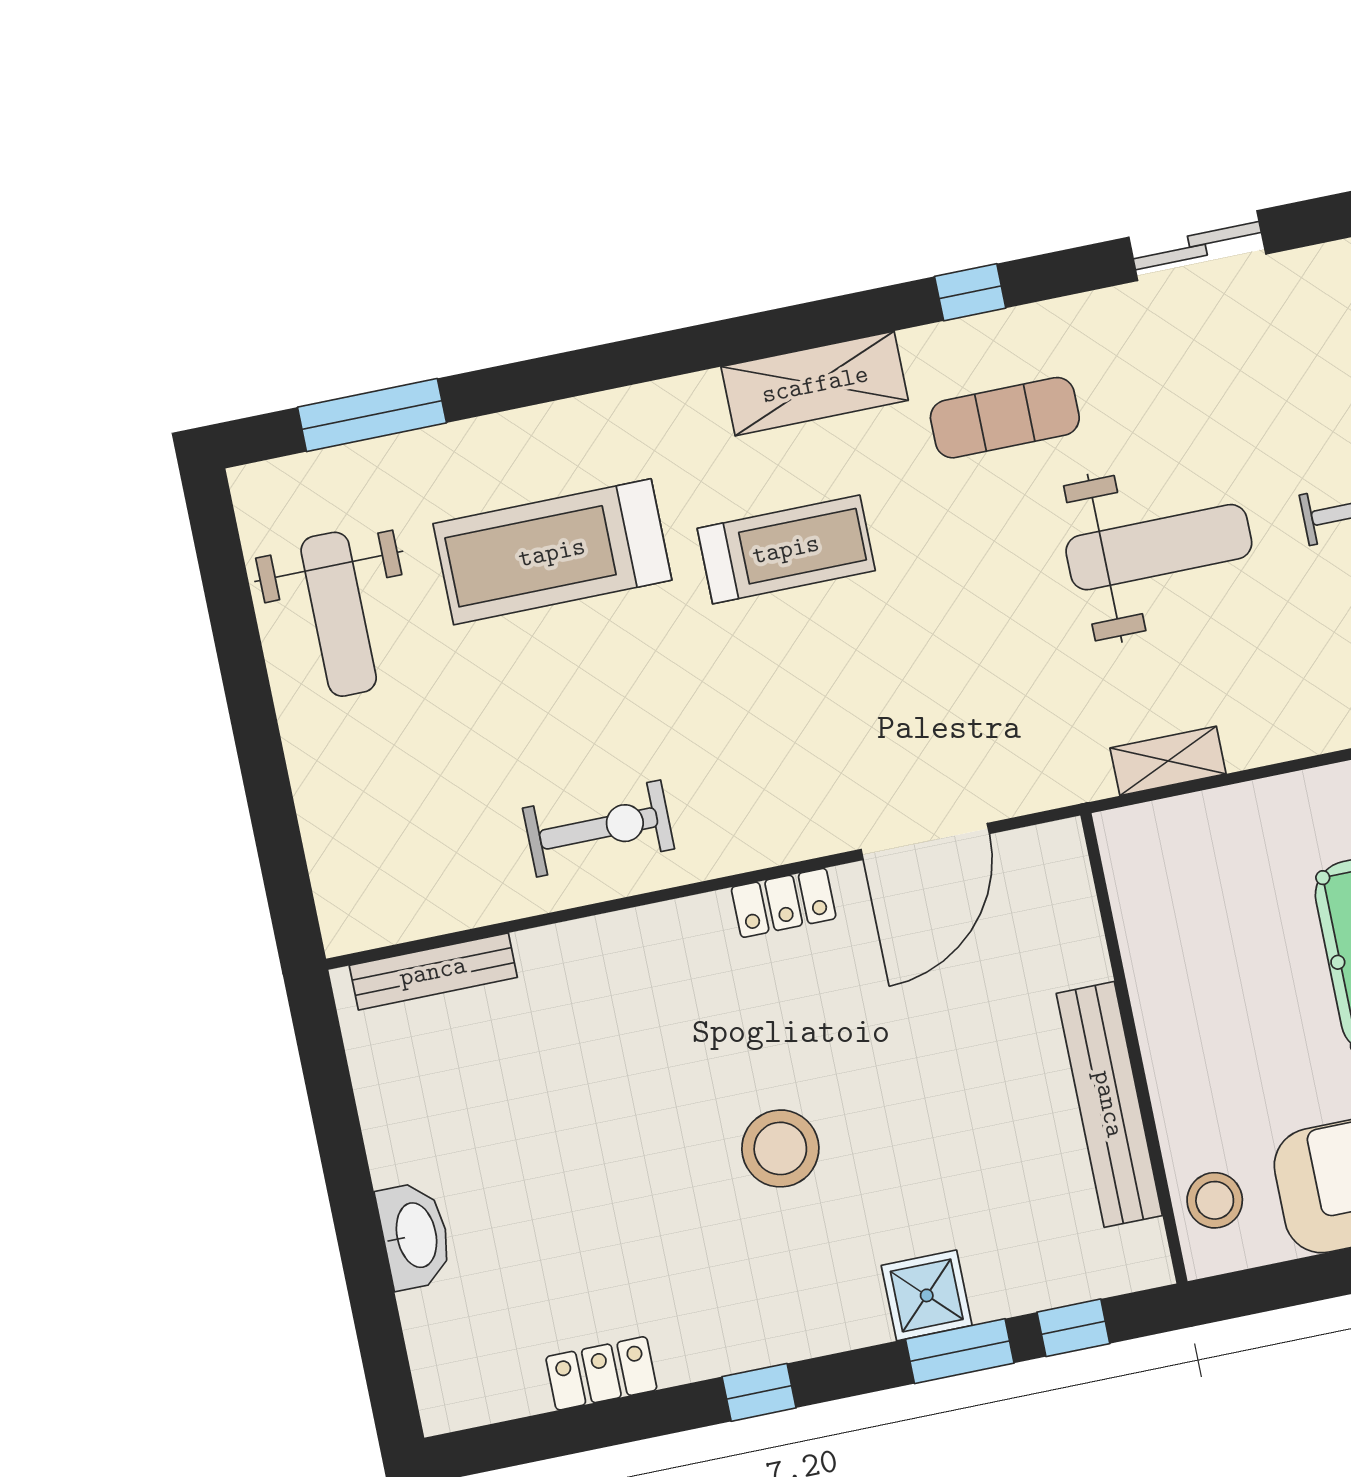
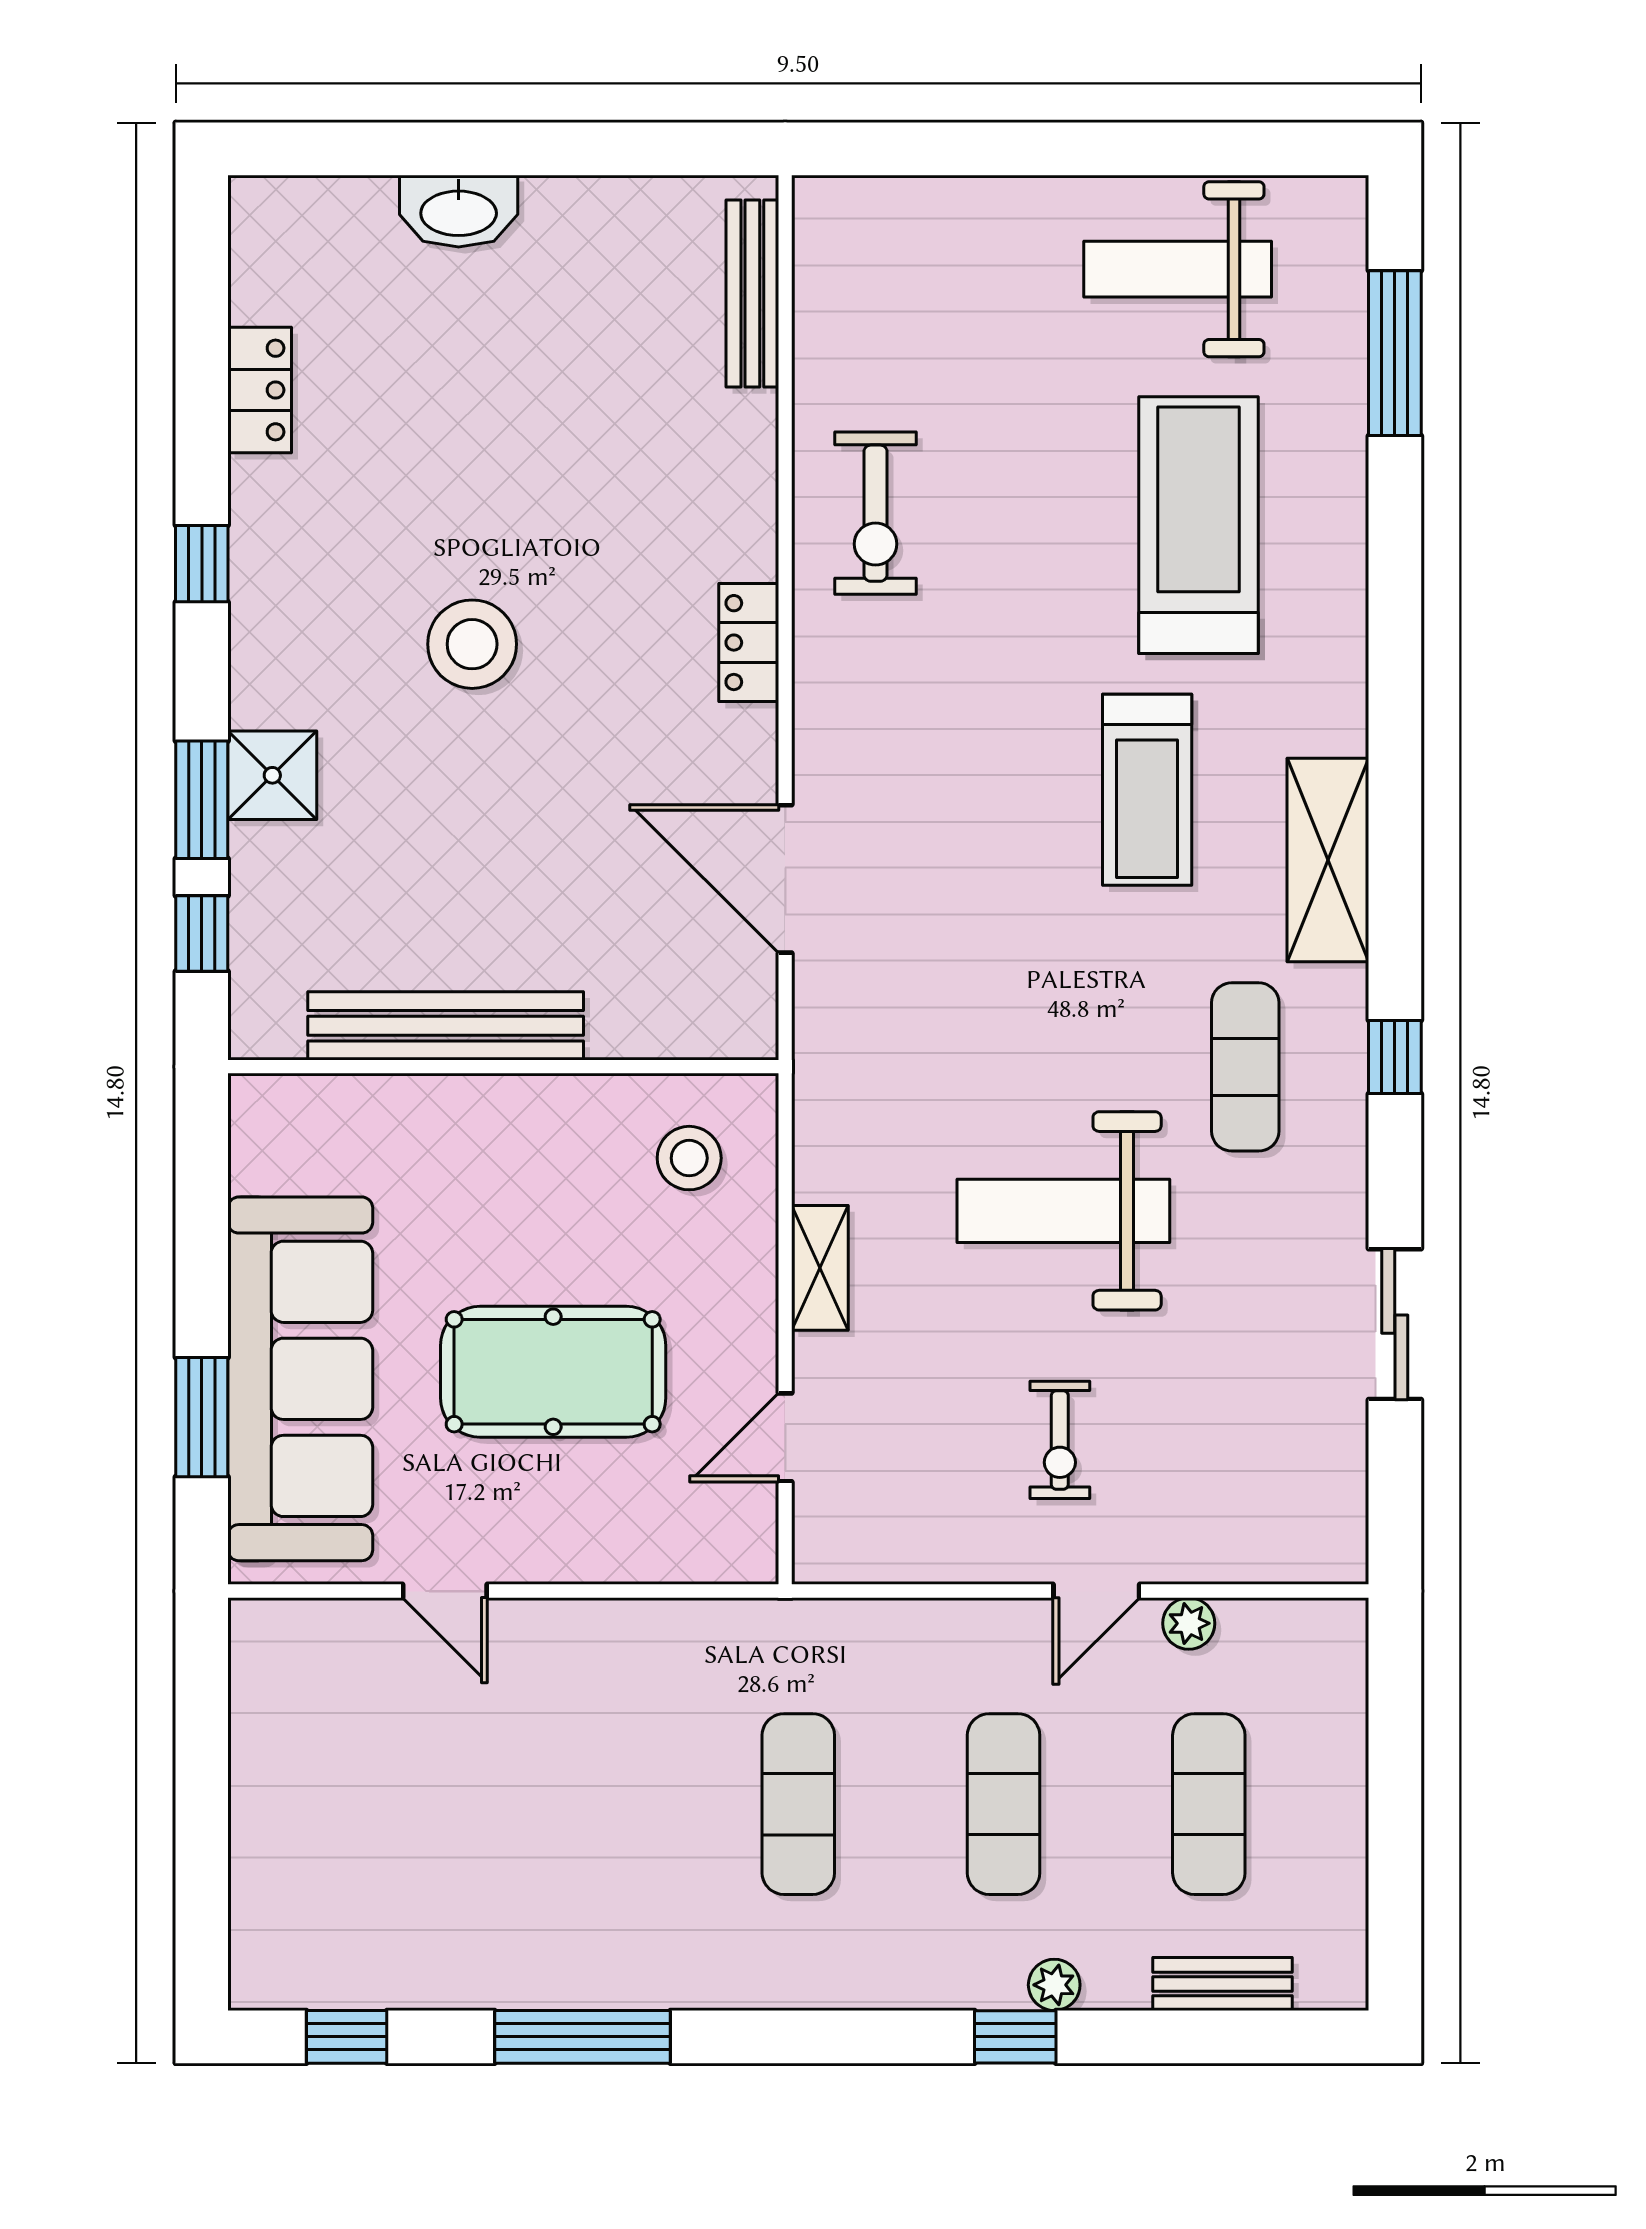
weight bench: (1159, 547) -> (1063, 1211), turned 90
shelving: (1168, 761) -> (820, 1268), moved
locker: (784, 903) -> (749, 643), moved
stool: (1215, 1200) -> (689, 1158), moved

